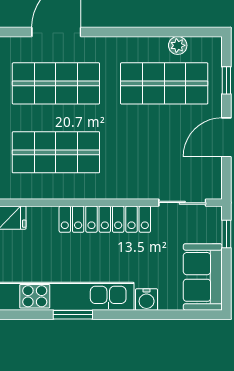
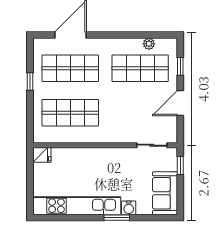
locker: (105, 219) -> (102, 156), removed
window: (73, 315) -> (117, 218), moved

